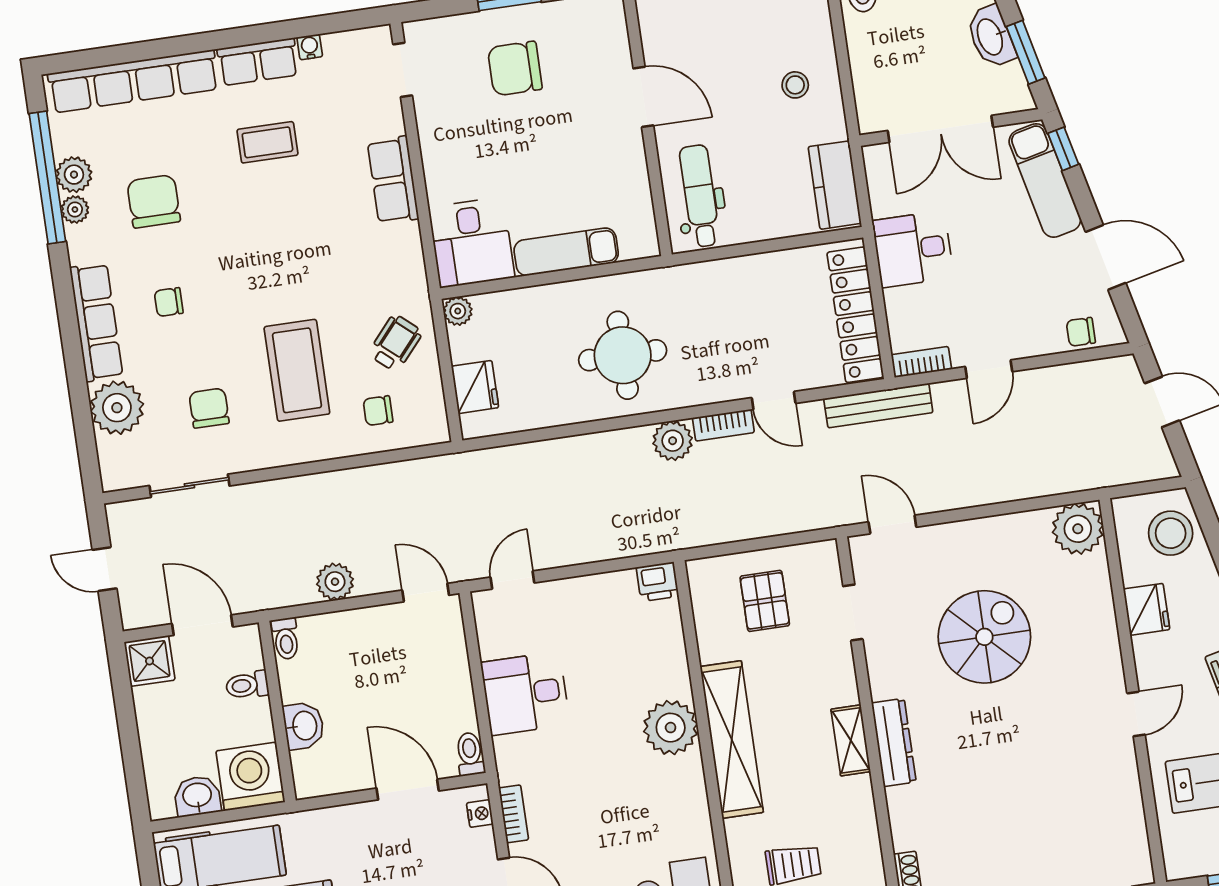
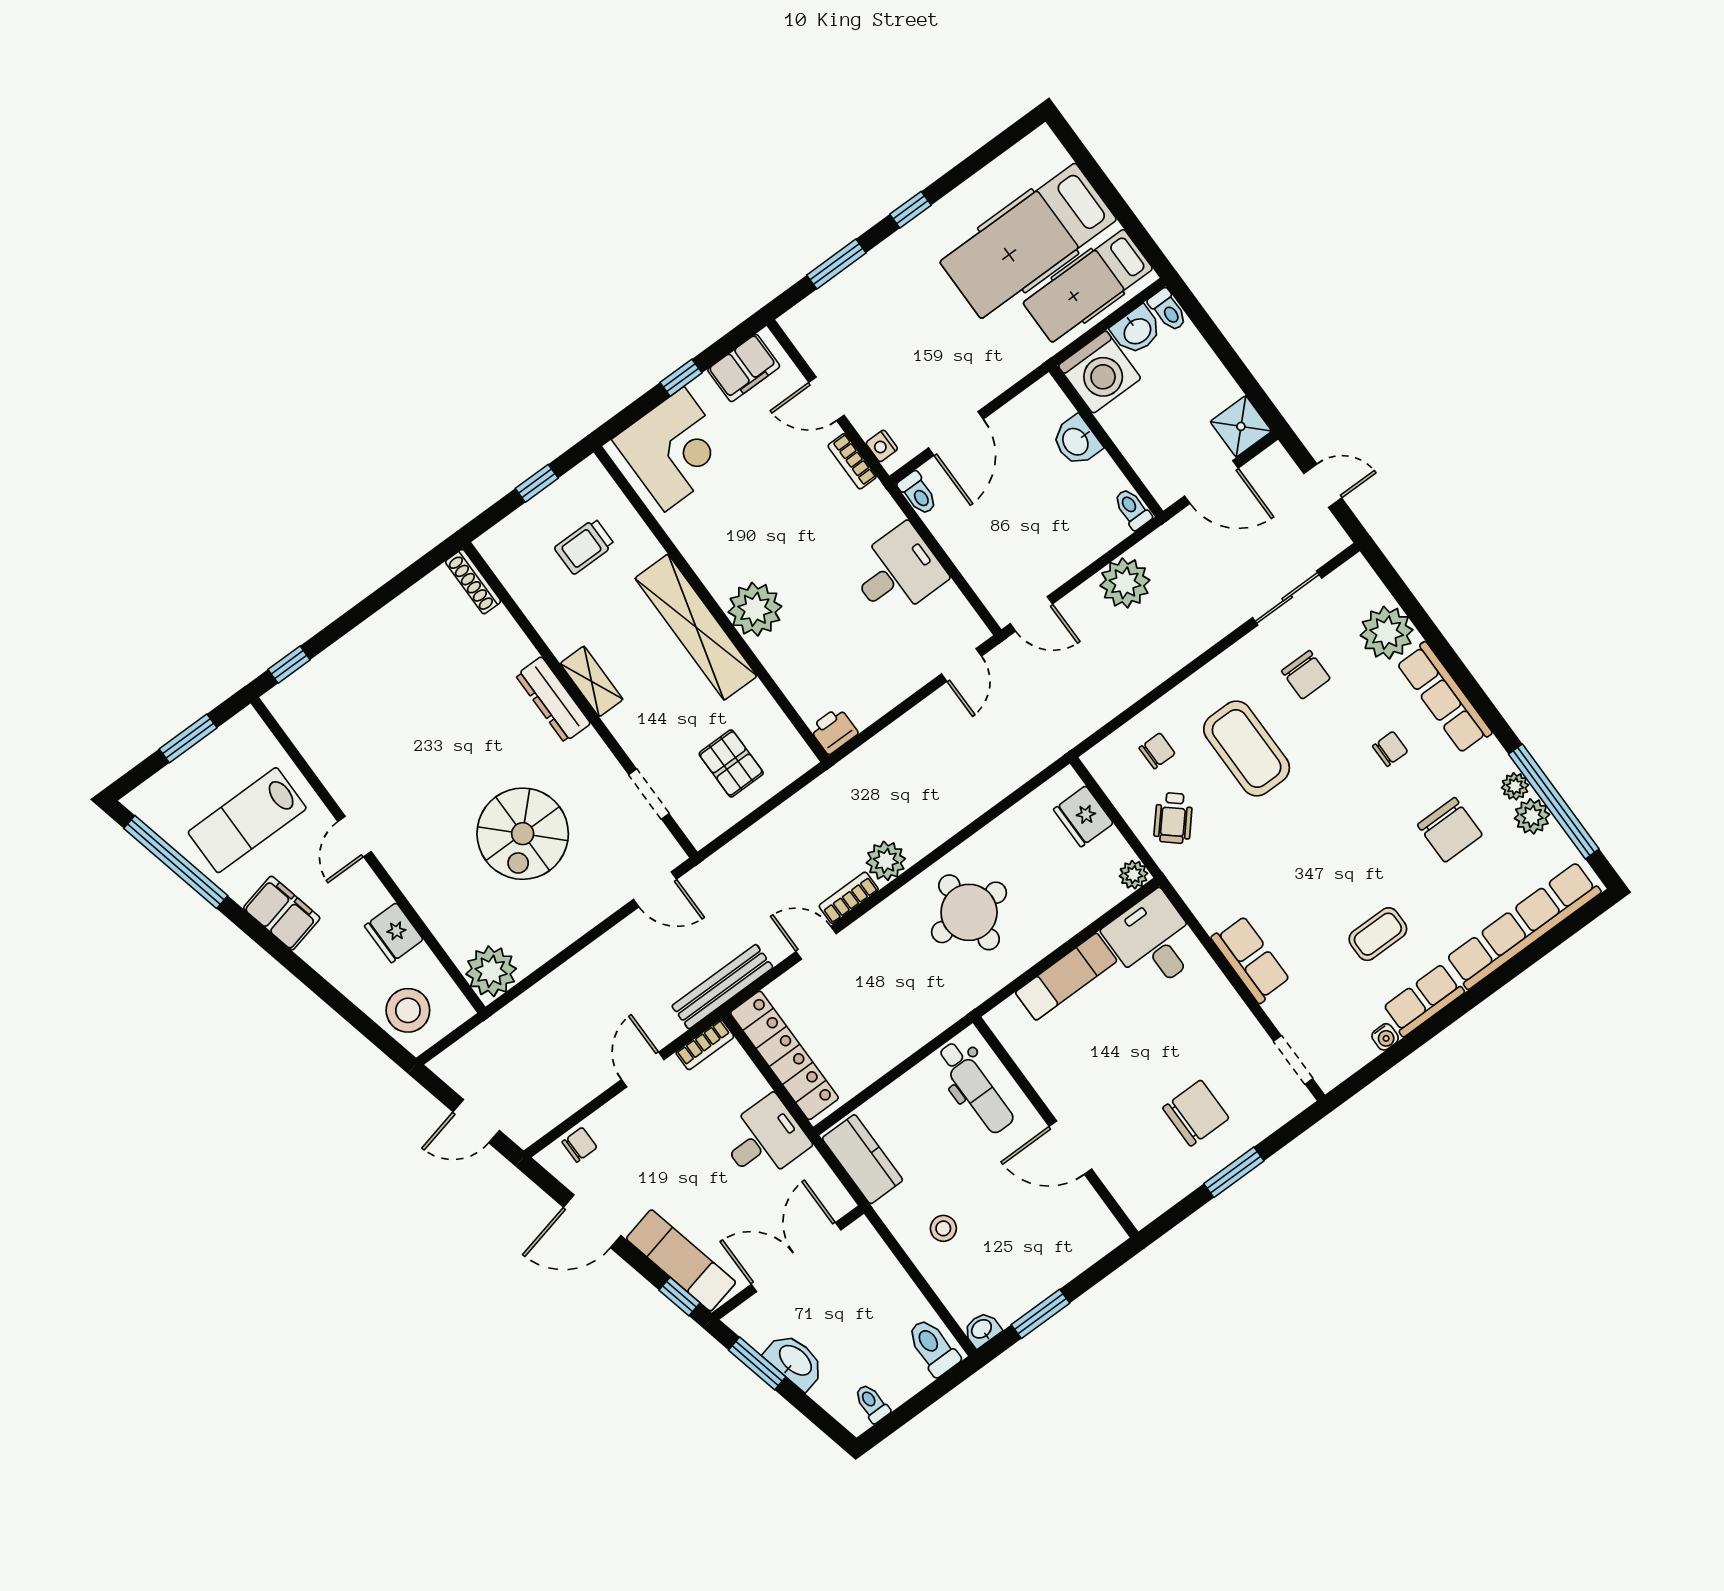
plant: (335, 582) -> (1125, 583), width x1.36, depth x1.36
toilet: (247, 685) -> (1168, 310), moved, turned 90
door: (408, 790) -> (956, 433), hinge flipped

